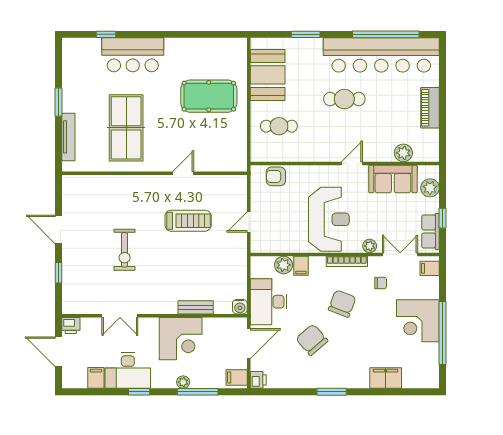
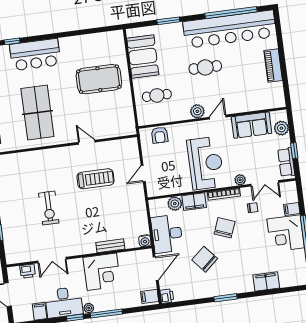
plant: (403, 153) -> (197, 111), moved
door: (183, 173) -> (87, 142), hinge flipped
armchair: (276, 176) -> (160, 135), turned -90
double door: (400, 254) -> (265, 183), swing flipped
filing cabinet: (301, 266) -> (194, 202), width x2.00
filing cabinet: (430, 268) -> (292, 209), moved
printer: (71, 326) -> (28, 271), moved
plant: (183, 382) -> (89, 308), moved
window: (198, 392) -> (106, 314), moved

